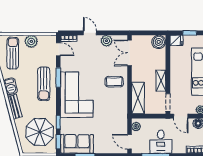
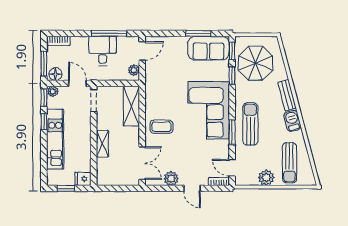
boiler: (159, 42) -> (105, 177), removed
shelving: (161, 81) -> (102, 144), moved
door: (129, 142) -> (142, 51), hinge flipped

